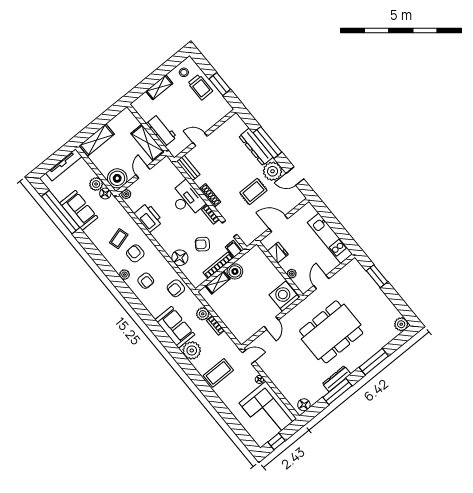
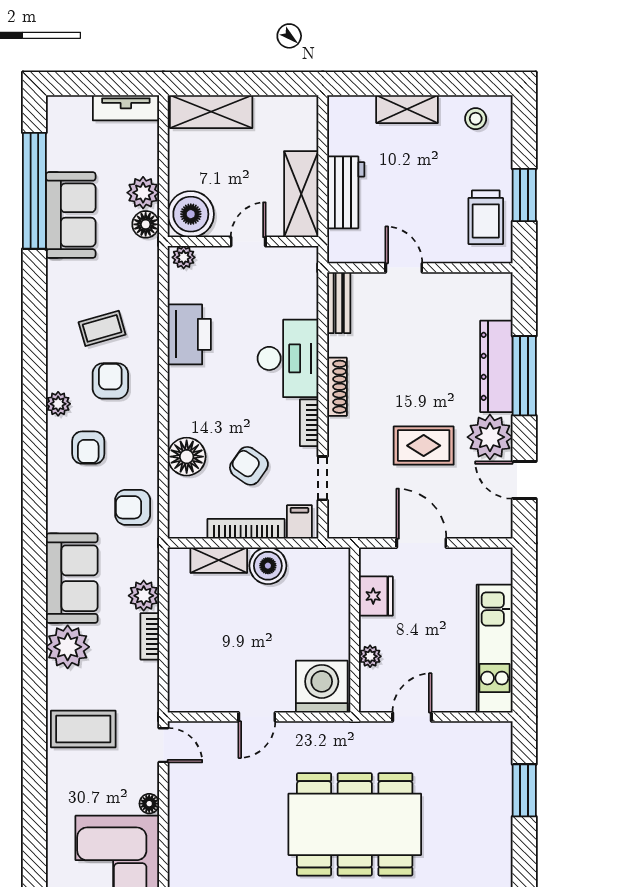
trolley: (200, 87) -> (486, 217), moved
tv unit: (64, 165) -> (126, 108), width x0.71

